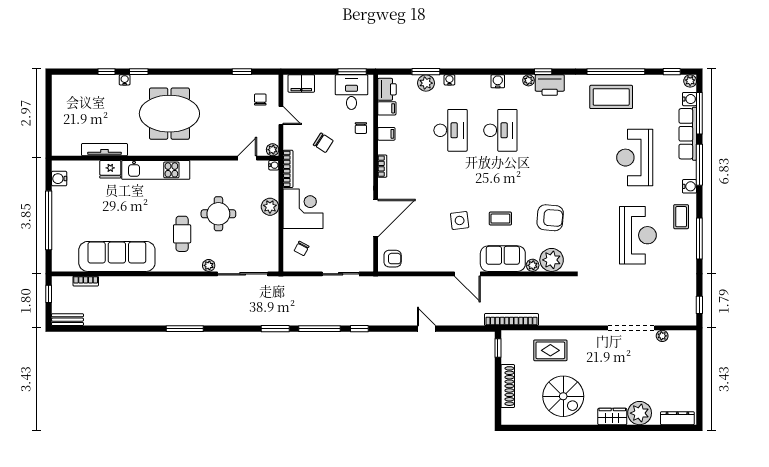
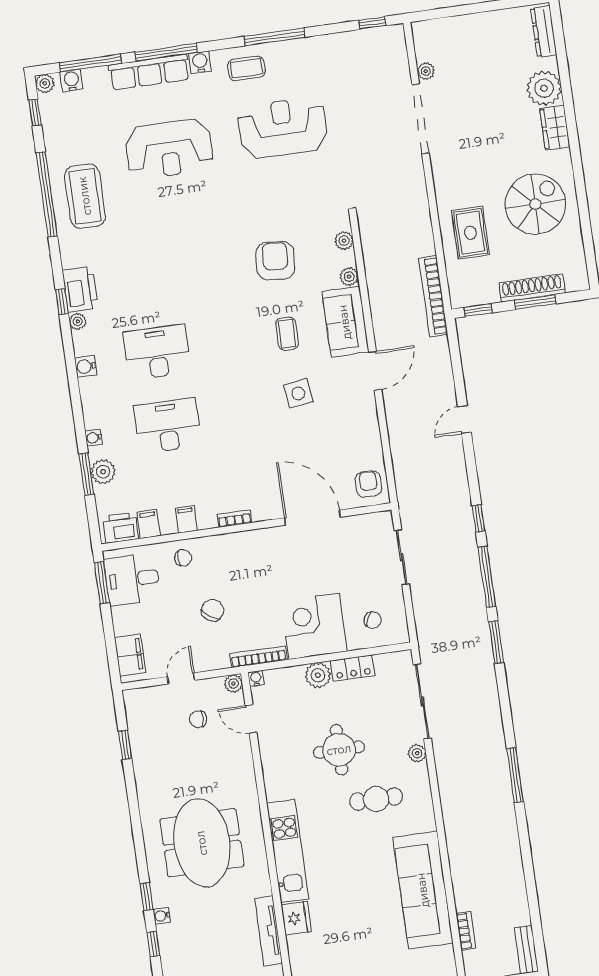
chair: (260, 99) -> (198, 719), moved
row of seats: (688, 134) -> (149, 72), moved
locker: (271, 231) -> (353, 668), added
plant: (552, 260) -> (344, 241), width x0.53, depth x0.53
window: (498, 387) -> (535, 302), added

